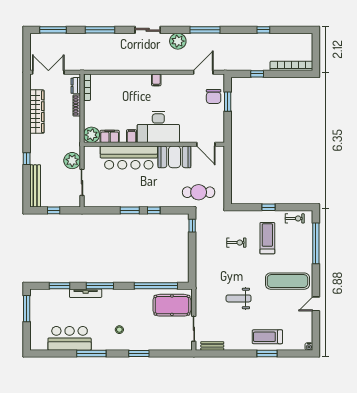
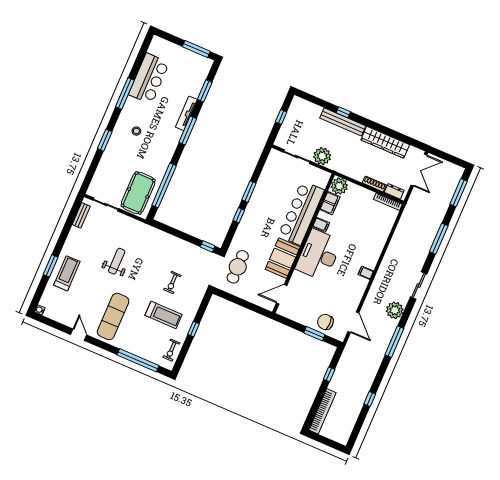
bench: (35, 186) -> (343, 122), moved

